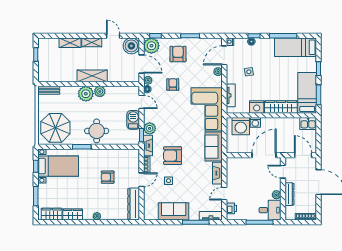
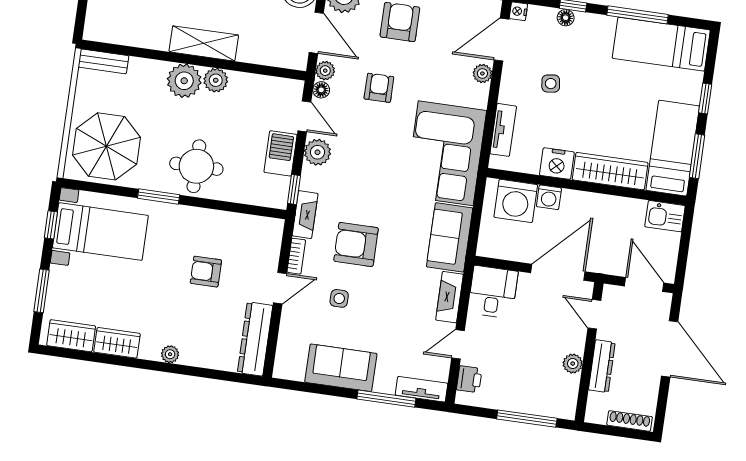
plant: (150, 128) -> (317, 152), moved
desk: (270, 210) -> (493, 292), moved, turned -90

